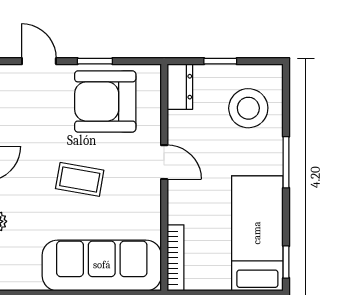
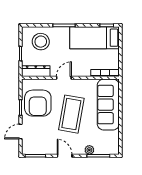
dresser: (180, 87) -> (36, 71), width x1.44
coffee table: (80, 179) -> (71, 114), width x1.86, depth x1.72

